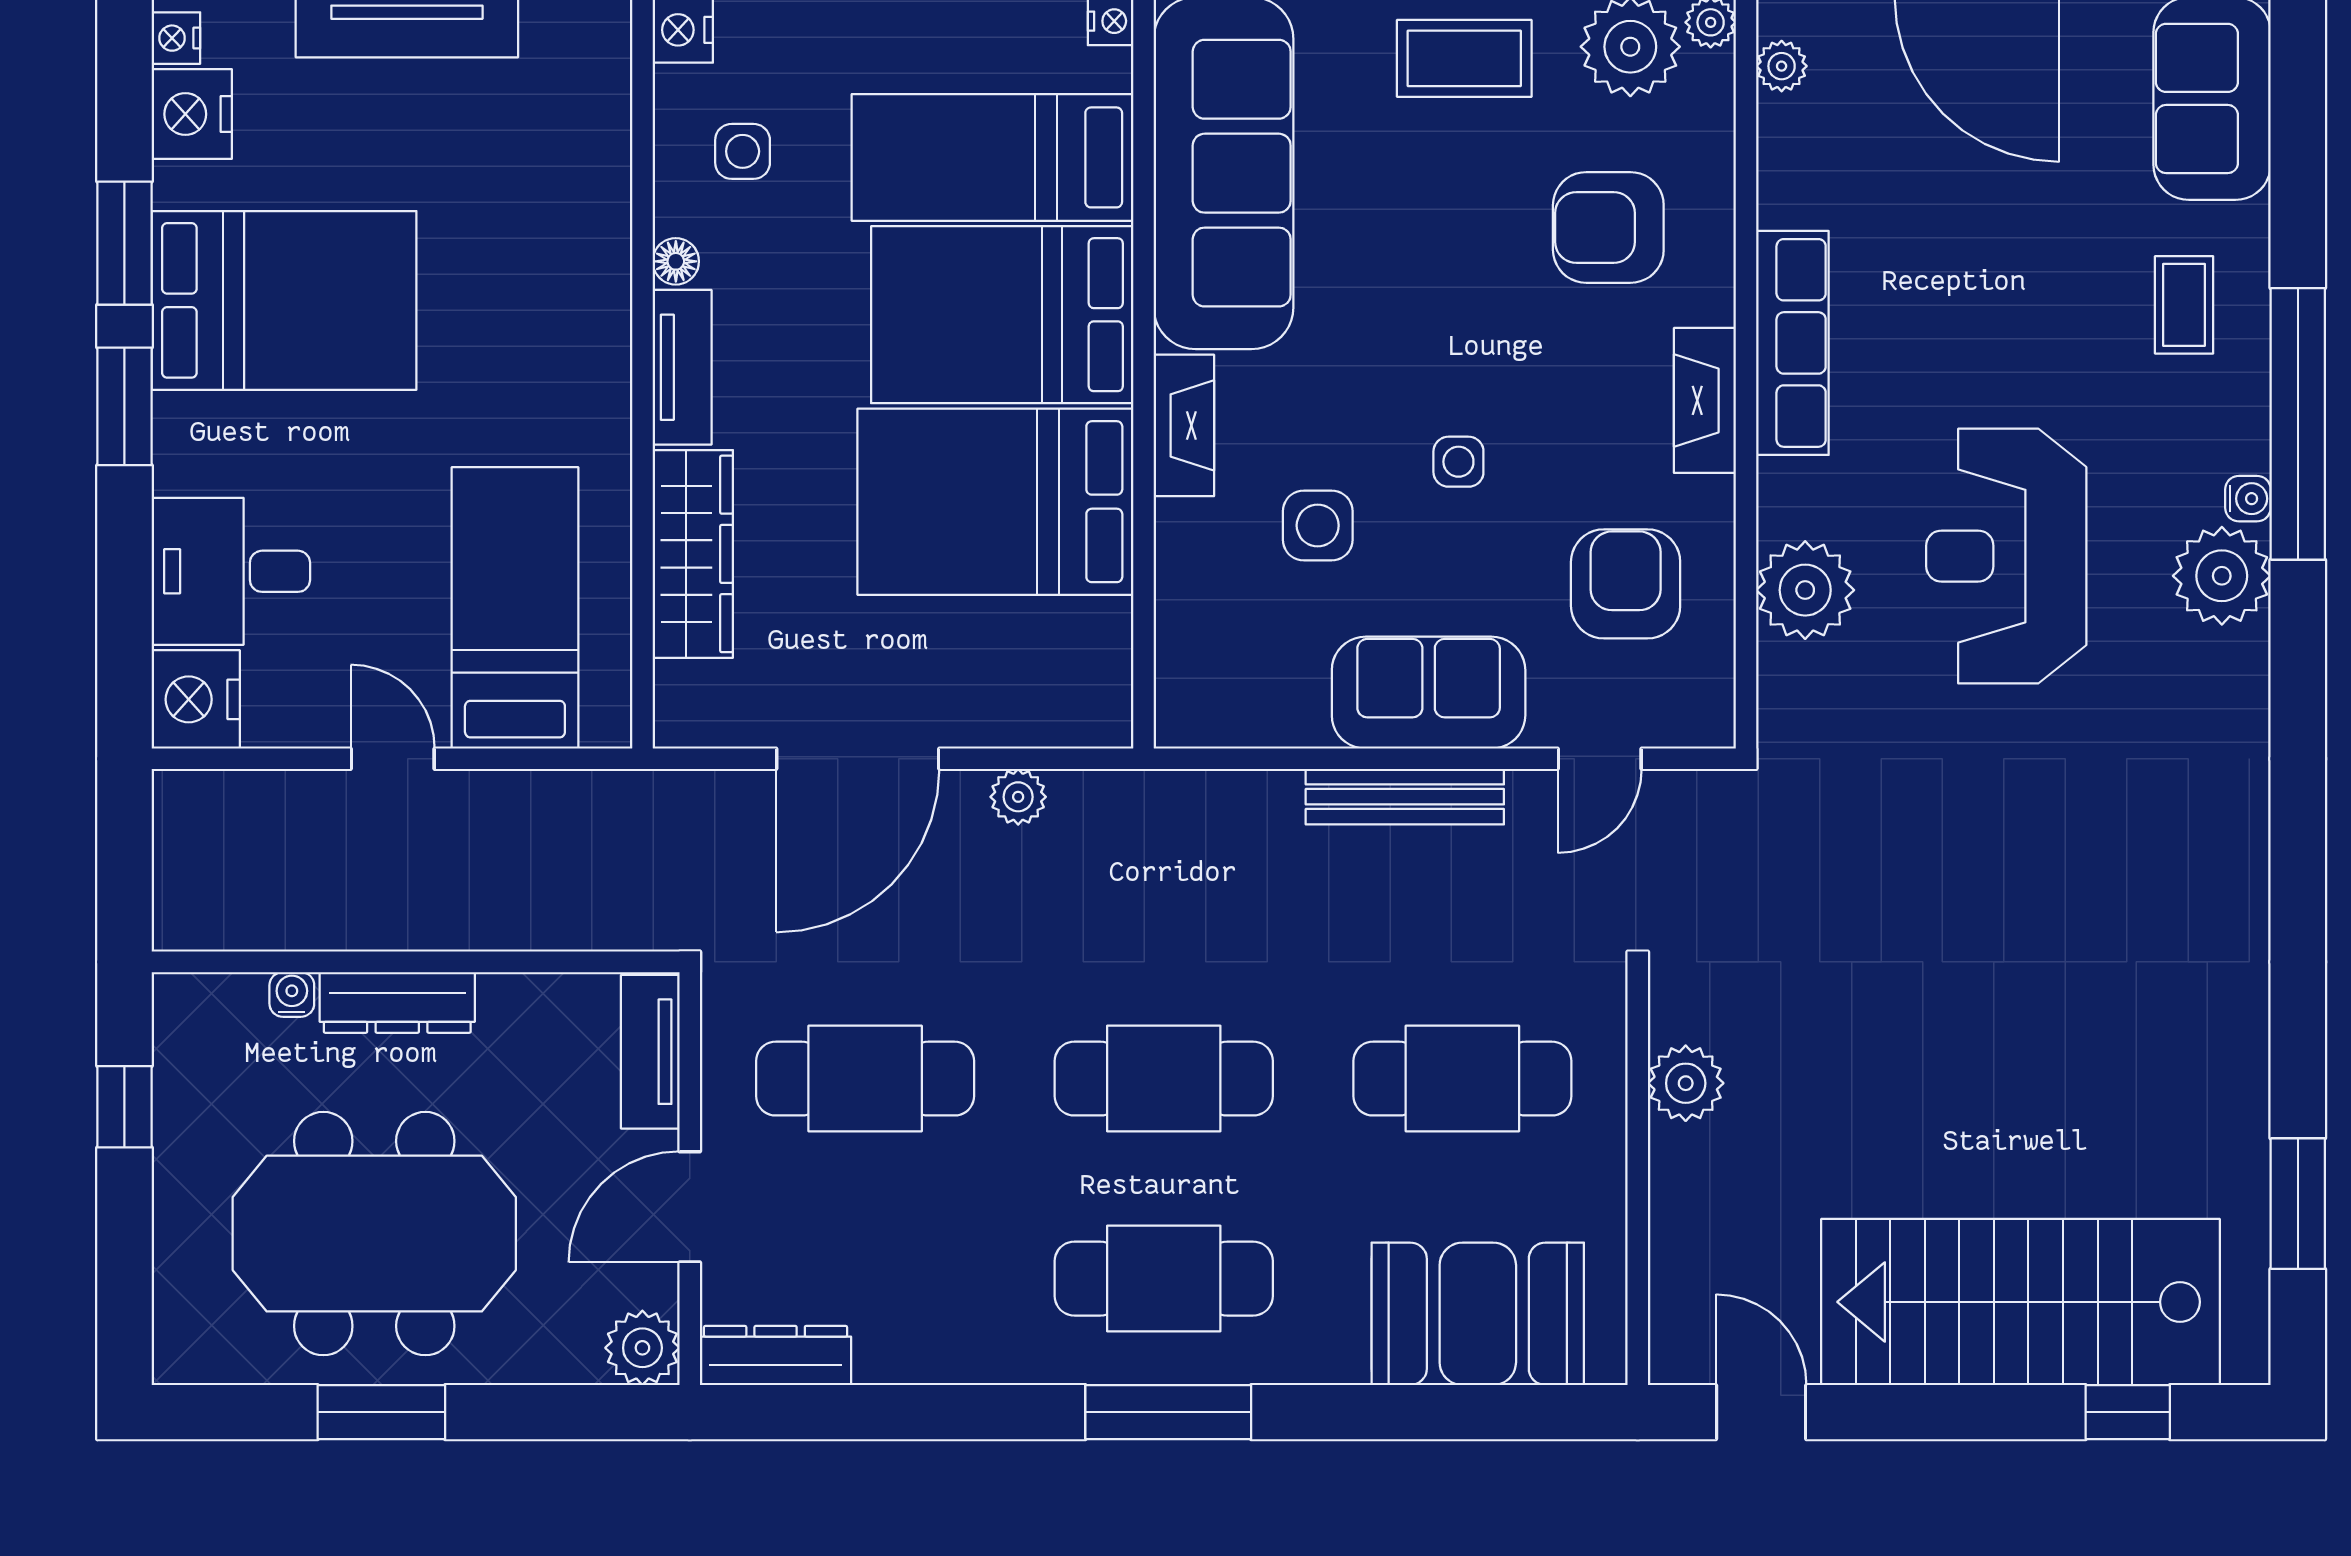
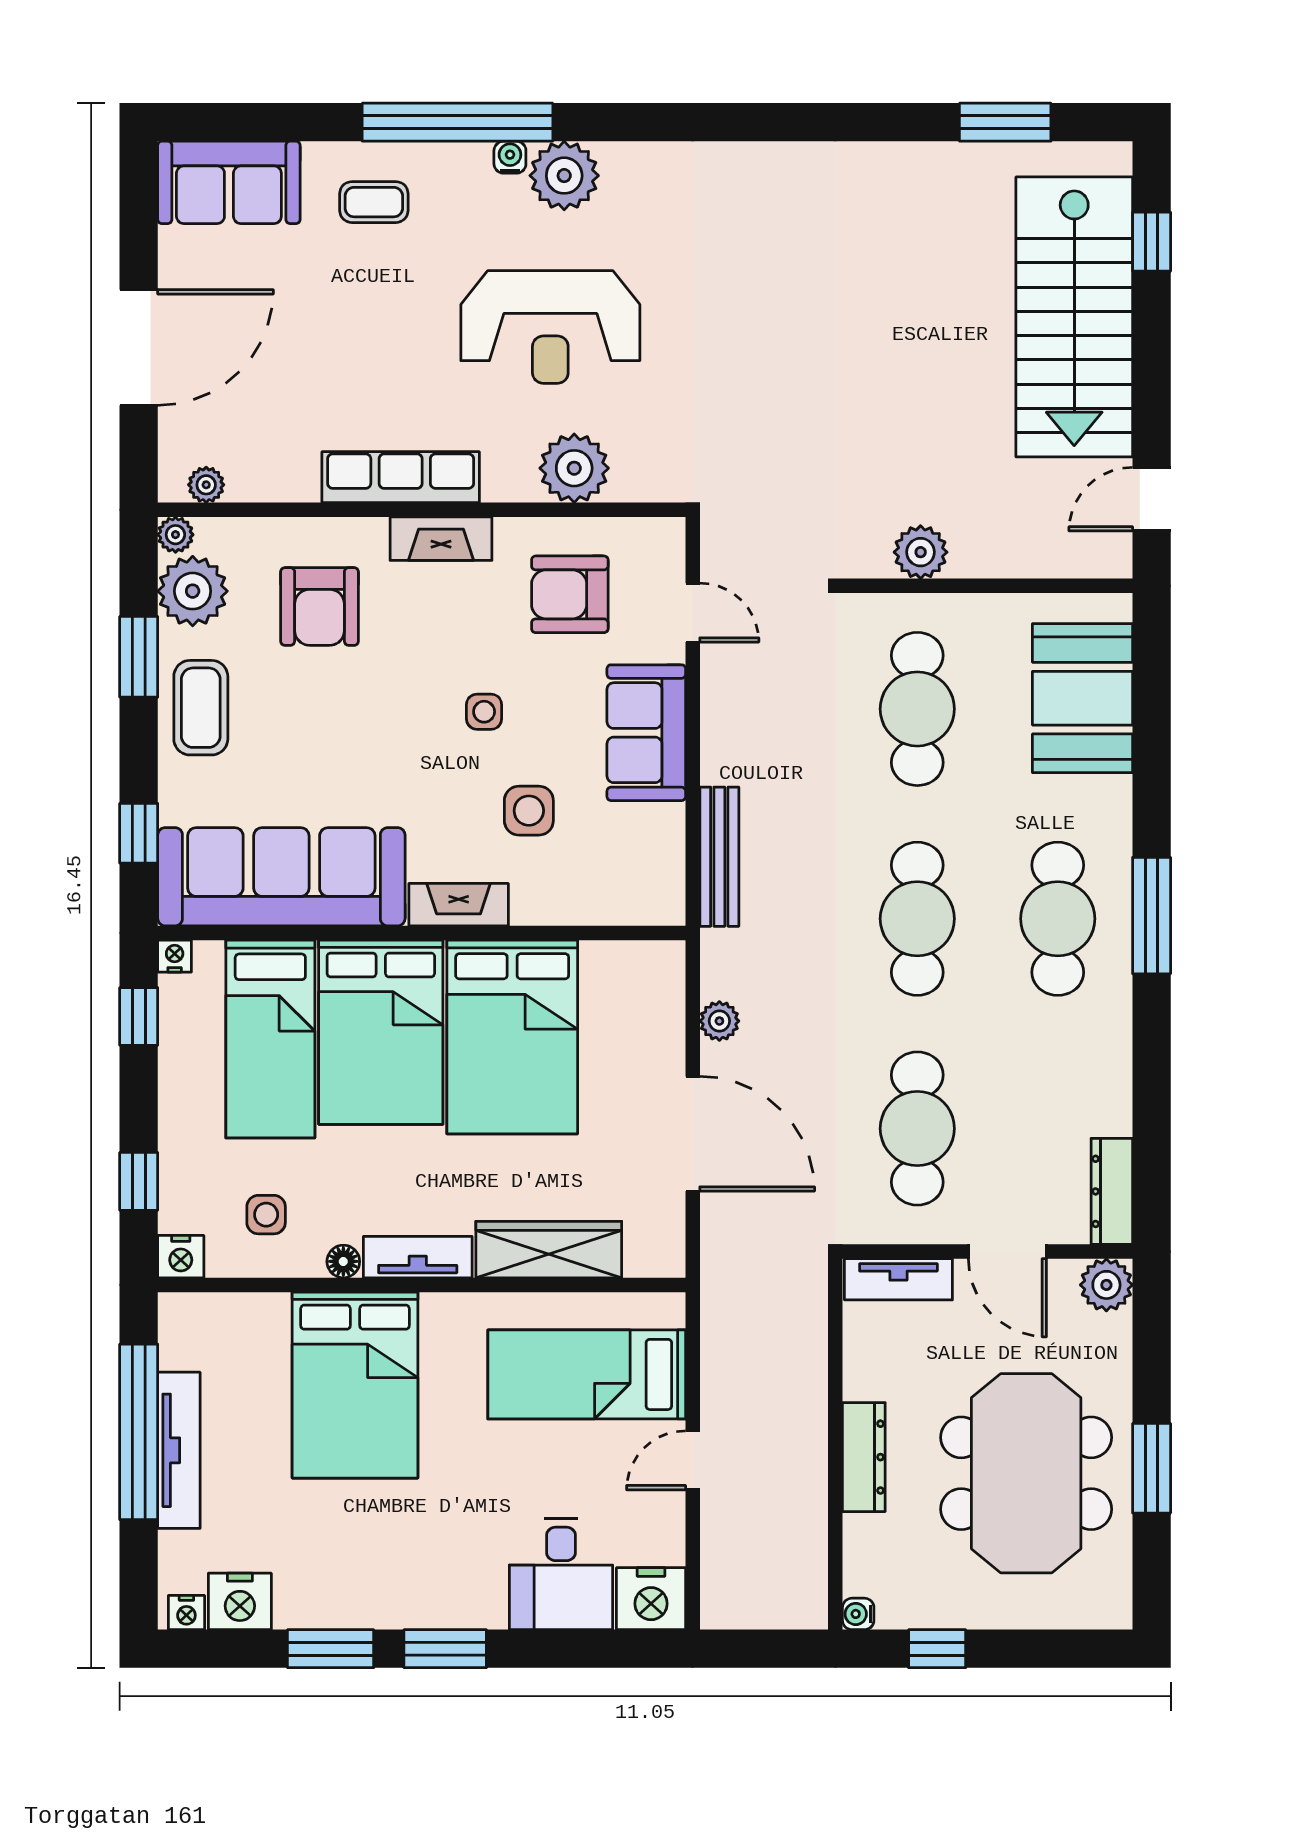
bed: (284, 300) -> (355, 1385), moved, turned 180
bench: (1405, 797) -> (719, 857), moved
water cooler: (292, 994) -> (858, 1614), moved

